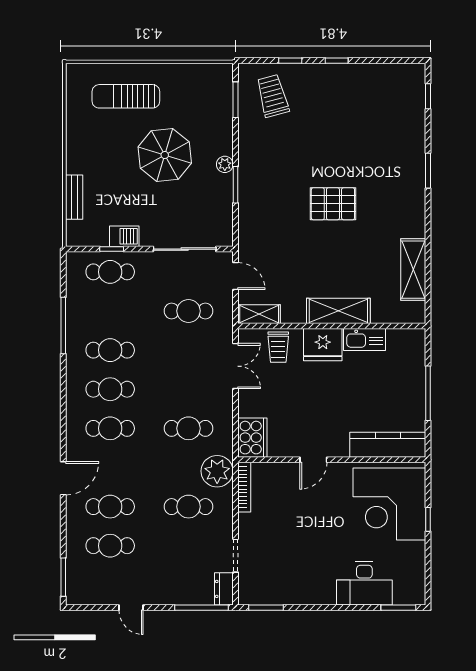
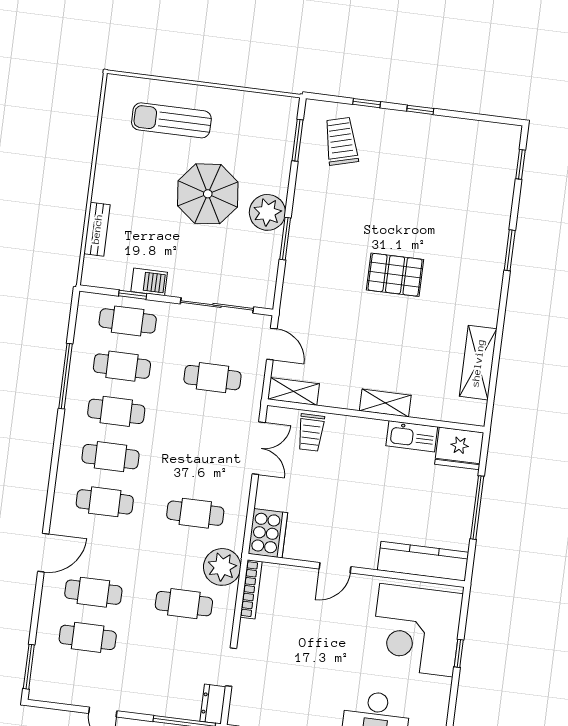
plant: (225, 164) -> (267, 212), width x1.87, depth x1.87
cafe table: (110, 311) -> (122, 366), added
shelving: (338, 311) -> (385, 403), width x0.67, depth x0.75
fridge: (323, 345) -> (459, 448), moved

